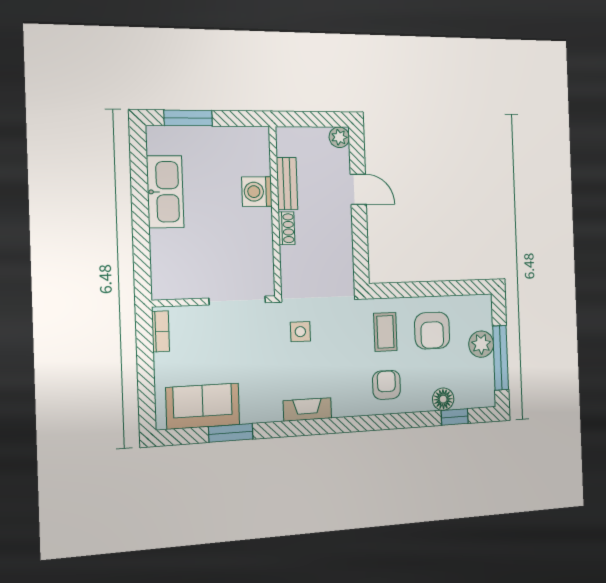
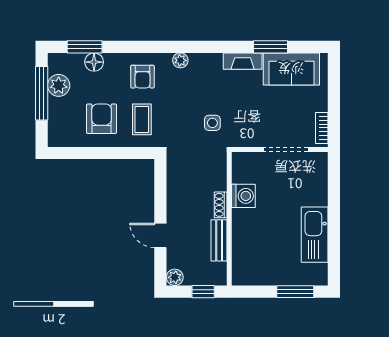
window: (304, 119) -> (203, 292), added
washing machine: (257, 192) -> (243, 196), moved
doorway: (237, 300) -> (286, 149), moved
plant: (481, 344) -> (59, 85), moved
plant: (342, 408) -> (180, 60), added
fireplace: (307, 409) -> (243, 61), moved
window: (455, 417) -> (85, 47), width x1.50

